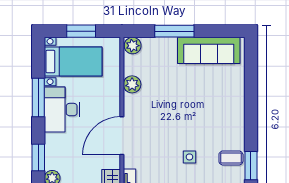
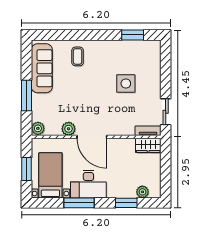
door: (122, 136) -> (92, 137), moved
side table: (189, 157) -> (126, 83), width x1.87, depth x1.87
coffee table: (231, 158) -> (78, 56), moved

